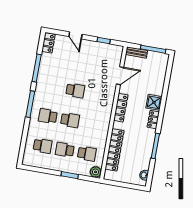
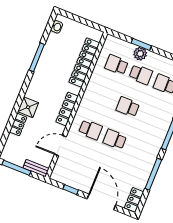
door: (75, 35) -> (101, 202), width x1.88
school desk: (48, 116) -> (90, 130), moved
locker: (153, 120) -> (18, 125), moved
plant: (96, 172) -> (140, 54), moved

